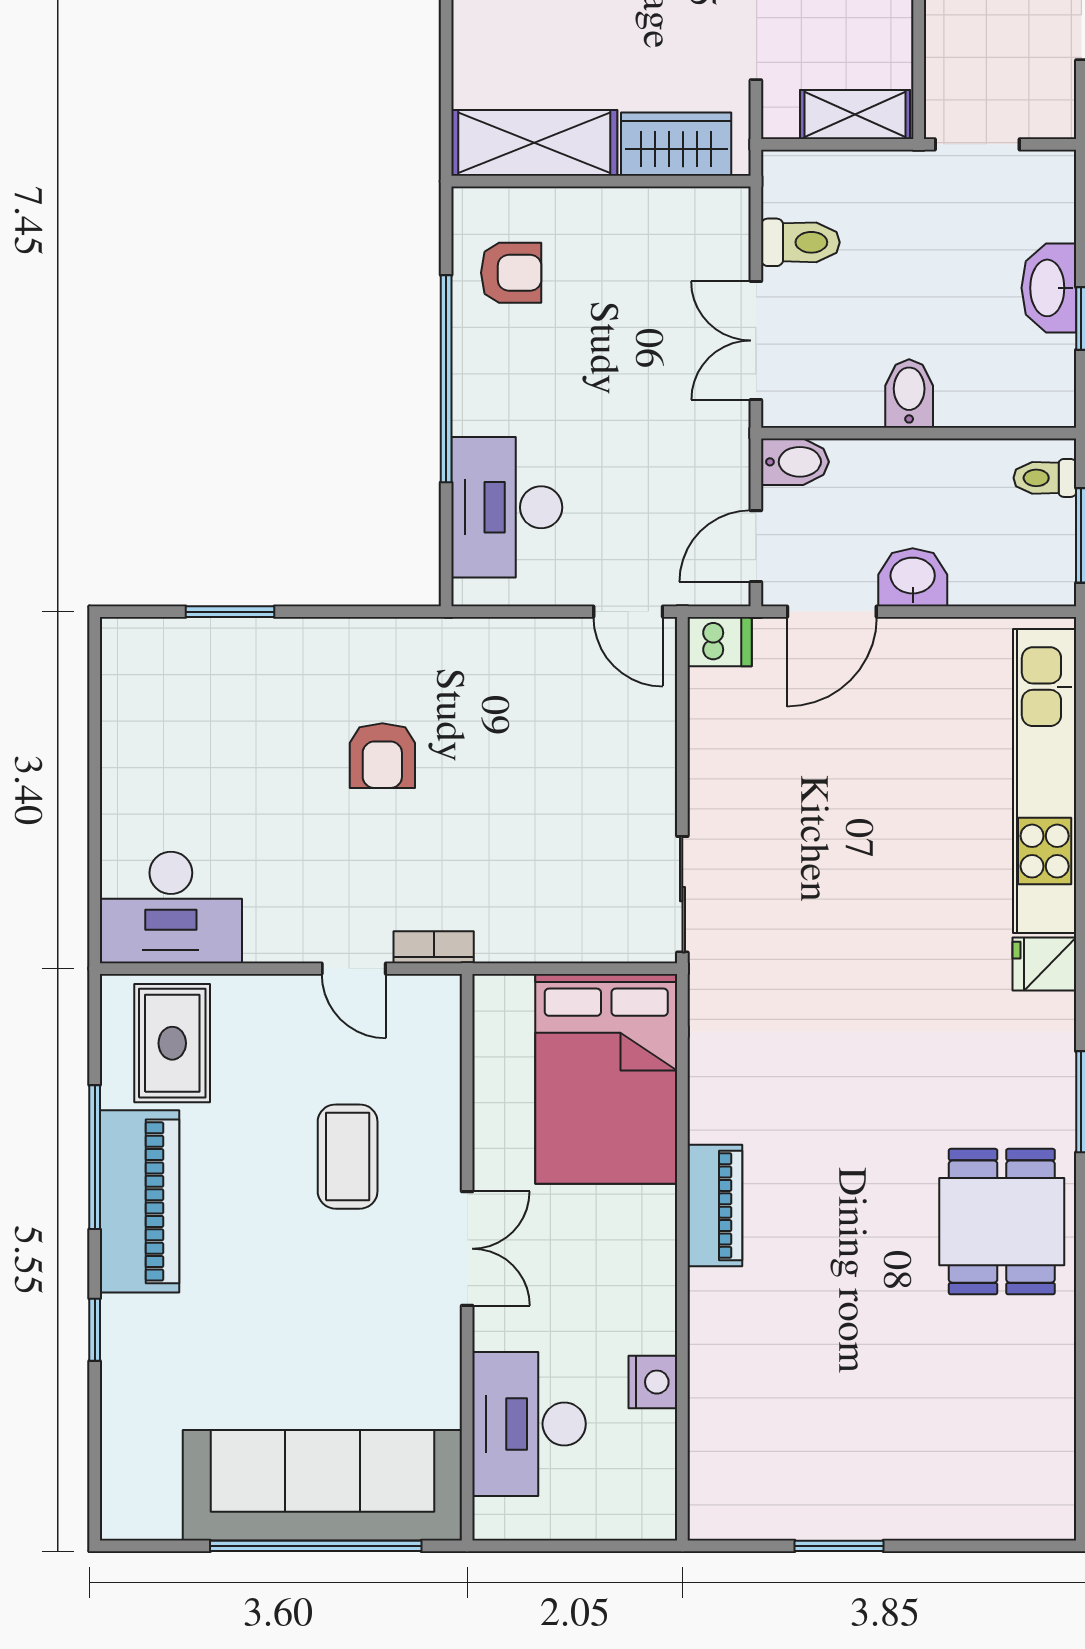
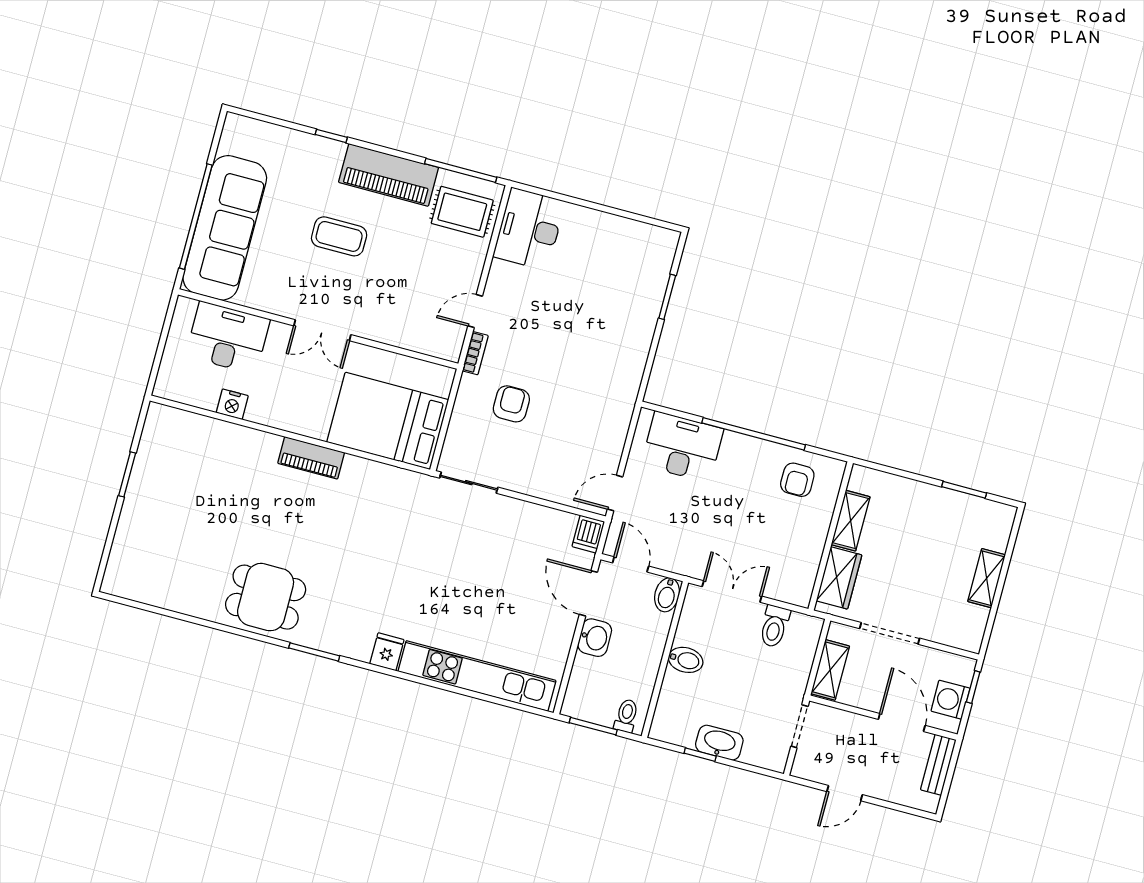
shelving: (534, 143) -> (851, 521), width x0.67, depth x0.75
armchair: (382, 756) -> (511, 404), moved, turned 90
window: (95, 1157) -> (461, 170), moved
coffee table: (348, 1157) -> (339, 236), moved

